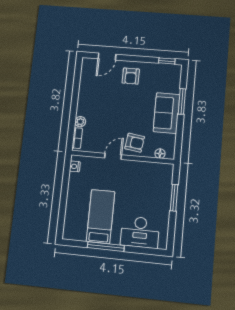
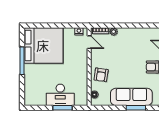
sofa: (167, 113) -> (131, 97), width x1.36
door: (113, 156) -> (89, 42), moved
bed: (101, 216) -> (43, 46), width x2.04
desk: (140, 232) -> (60, 95), moved, turned -90

